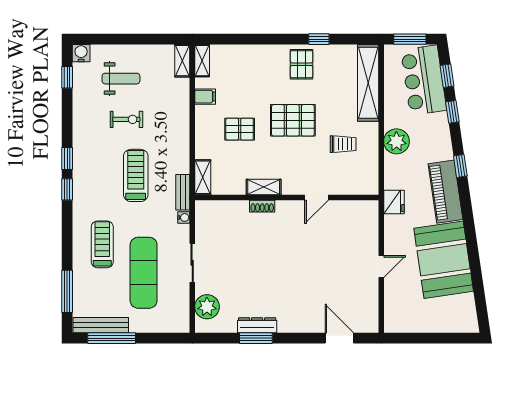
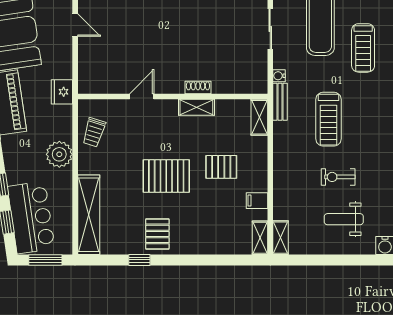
trolley: (343, 144) -> (94, 132), moved, turned -73
door: (381, 266) -> (75, 25), swing flipped

